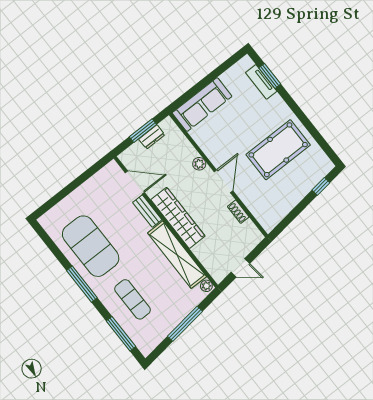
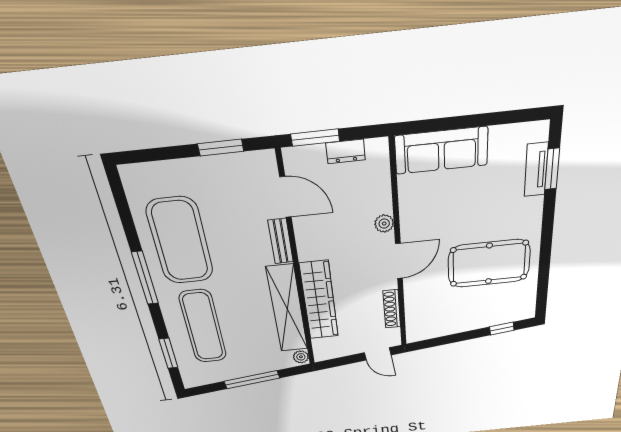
window: (143, 131) -> (315, 138), moved
window: (86, 176) -> (221, 148), added
shoe rack: (238, 212) -> (392, 309), width x1.43
wardrobe: (178, 218) -> (319, 301), moved
door: (240, 268) -> (378, 354), moved
exercise mat: (133, 299) -> (203, 327), width x1.36, depth x1.45
window: (121, 334) -> (169, 353), width x0.69

